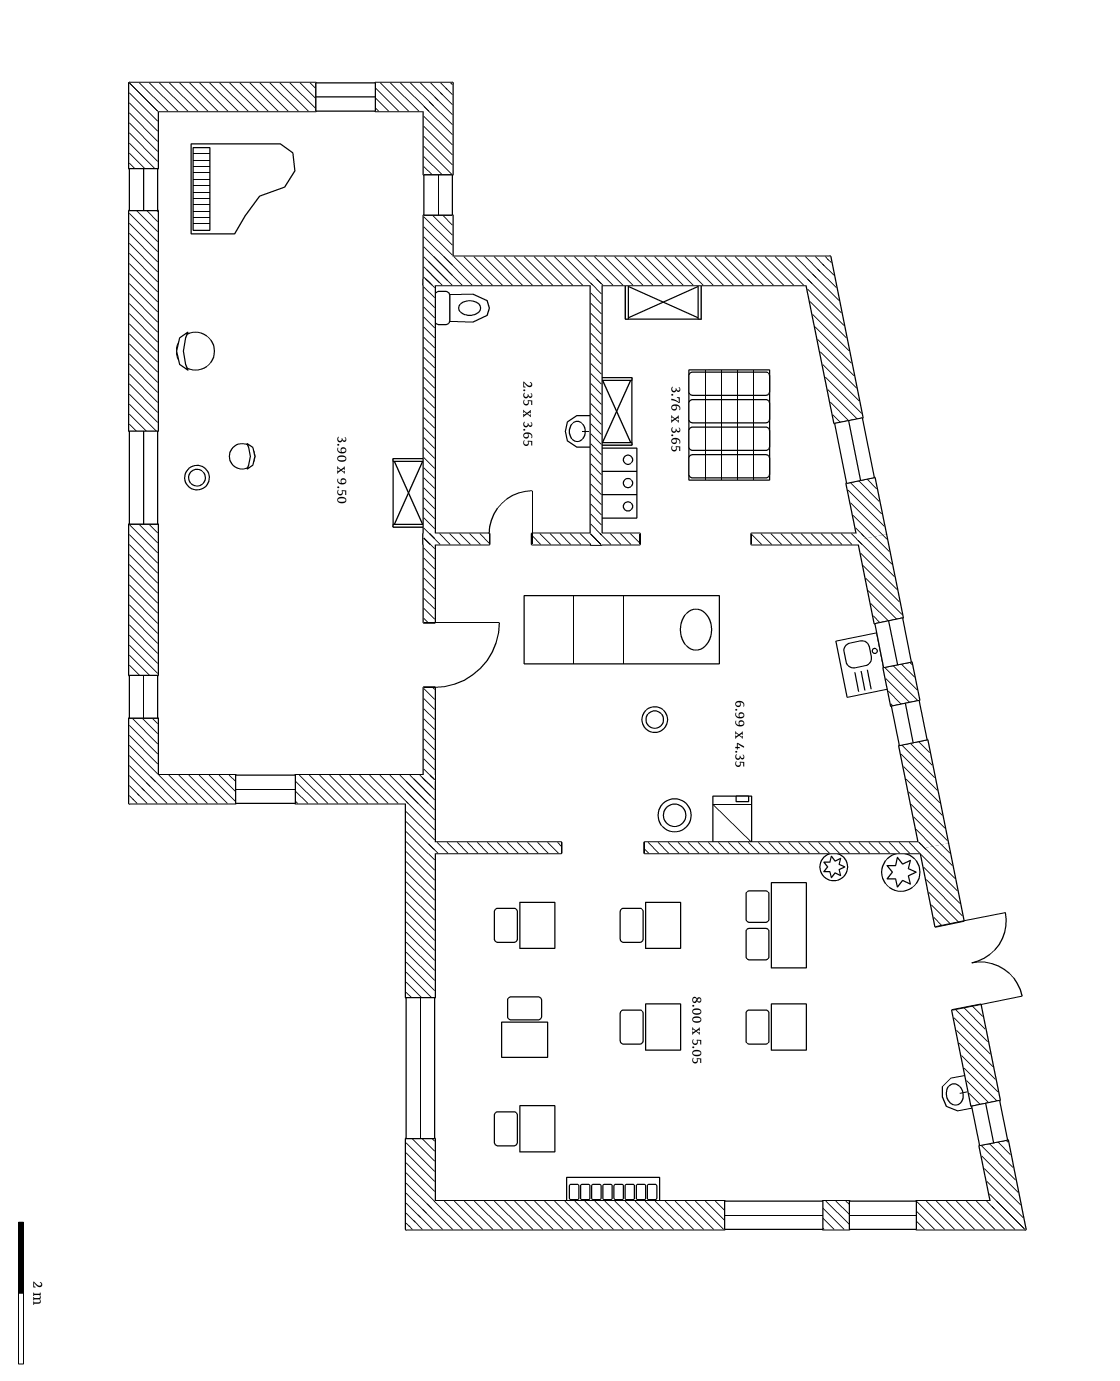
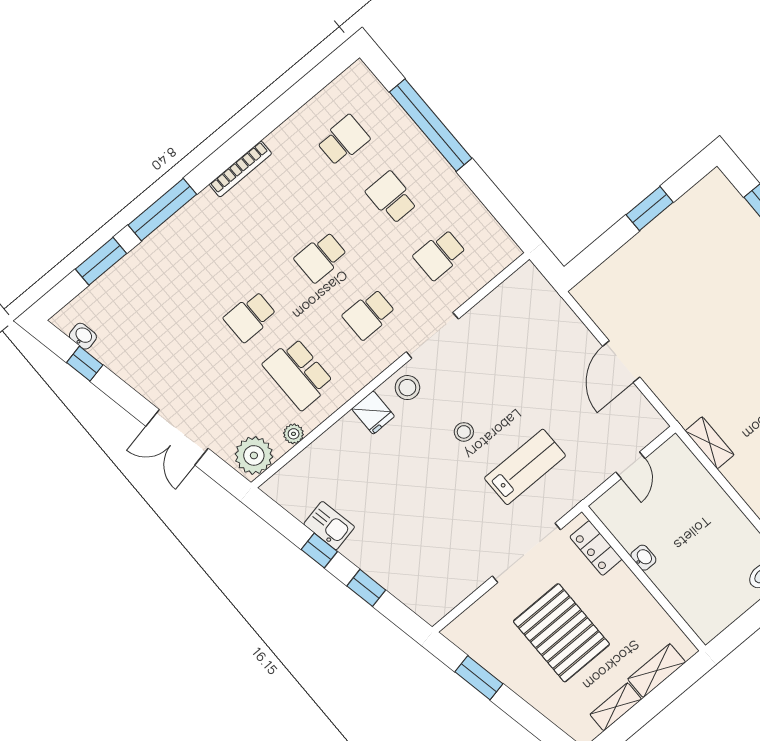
shelving: (617, 411) -> (616, 707), moved, turned 90
lab bench: (622, 630) -> (525, 467), width x0.54, depth x0.72
kitchen sink: (862, 665) -> (329, 526), moved
plant: (901, 872) -> (254, 455), width x1.36, depth x1.36
washbasin: (956, 1094) -> (83, 336), moved
school desk: (525, 1129) -> (343, 140), turned 180
bookcase: (613, 1189) -> (240, 169), moved

